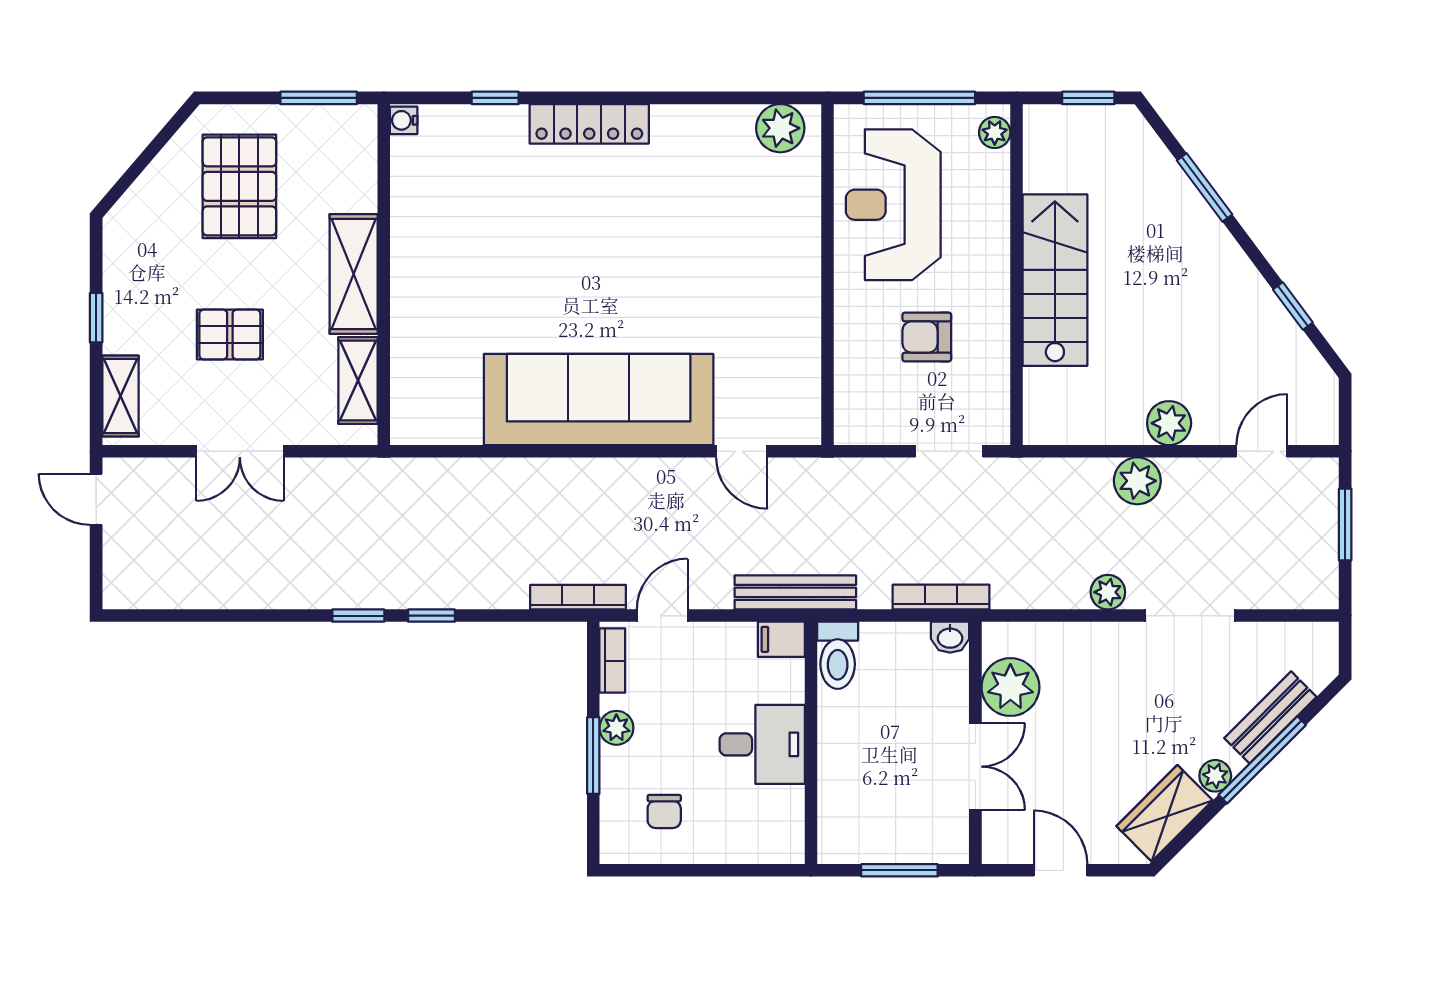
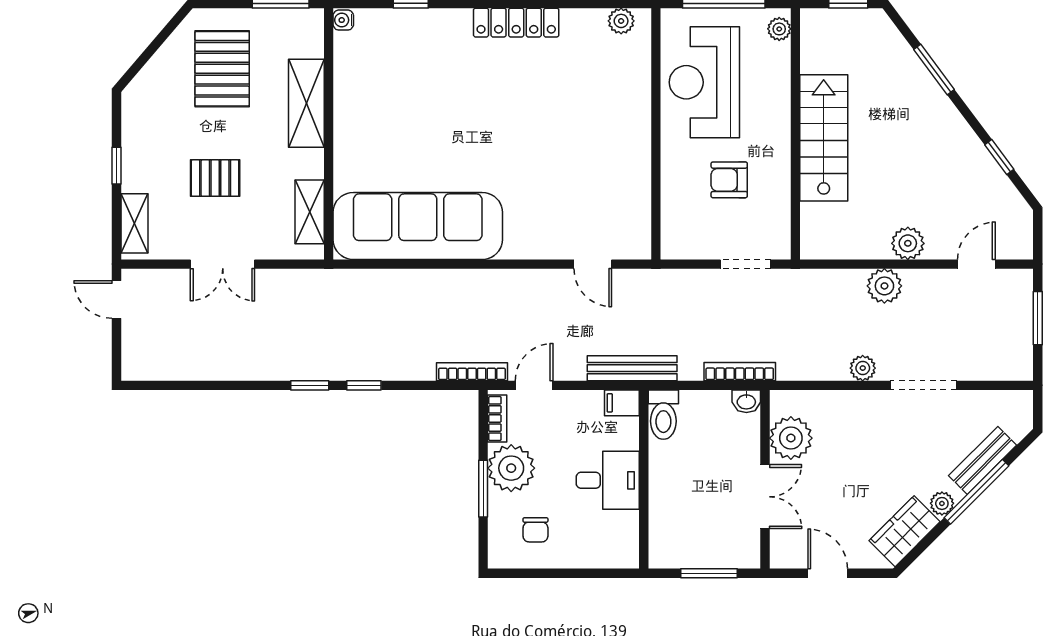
locker: (589, 124) -> (516, 23), moved
plant: (780, 128) -> (621, 21), width x0.73, depth x0.73
shelving: (354, 274) -> (306, 103), moved
sofa: (599, 400) -> (418, 226), moved
plant: (616, 728) -> (511, 468), width x1.87, depth x1.87

